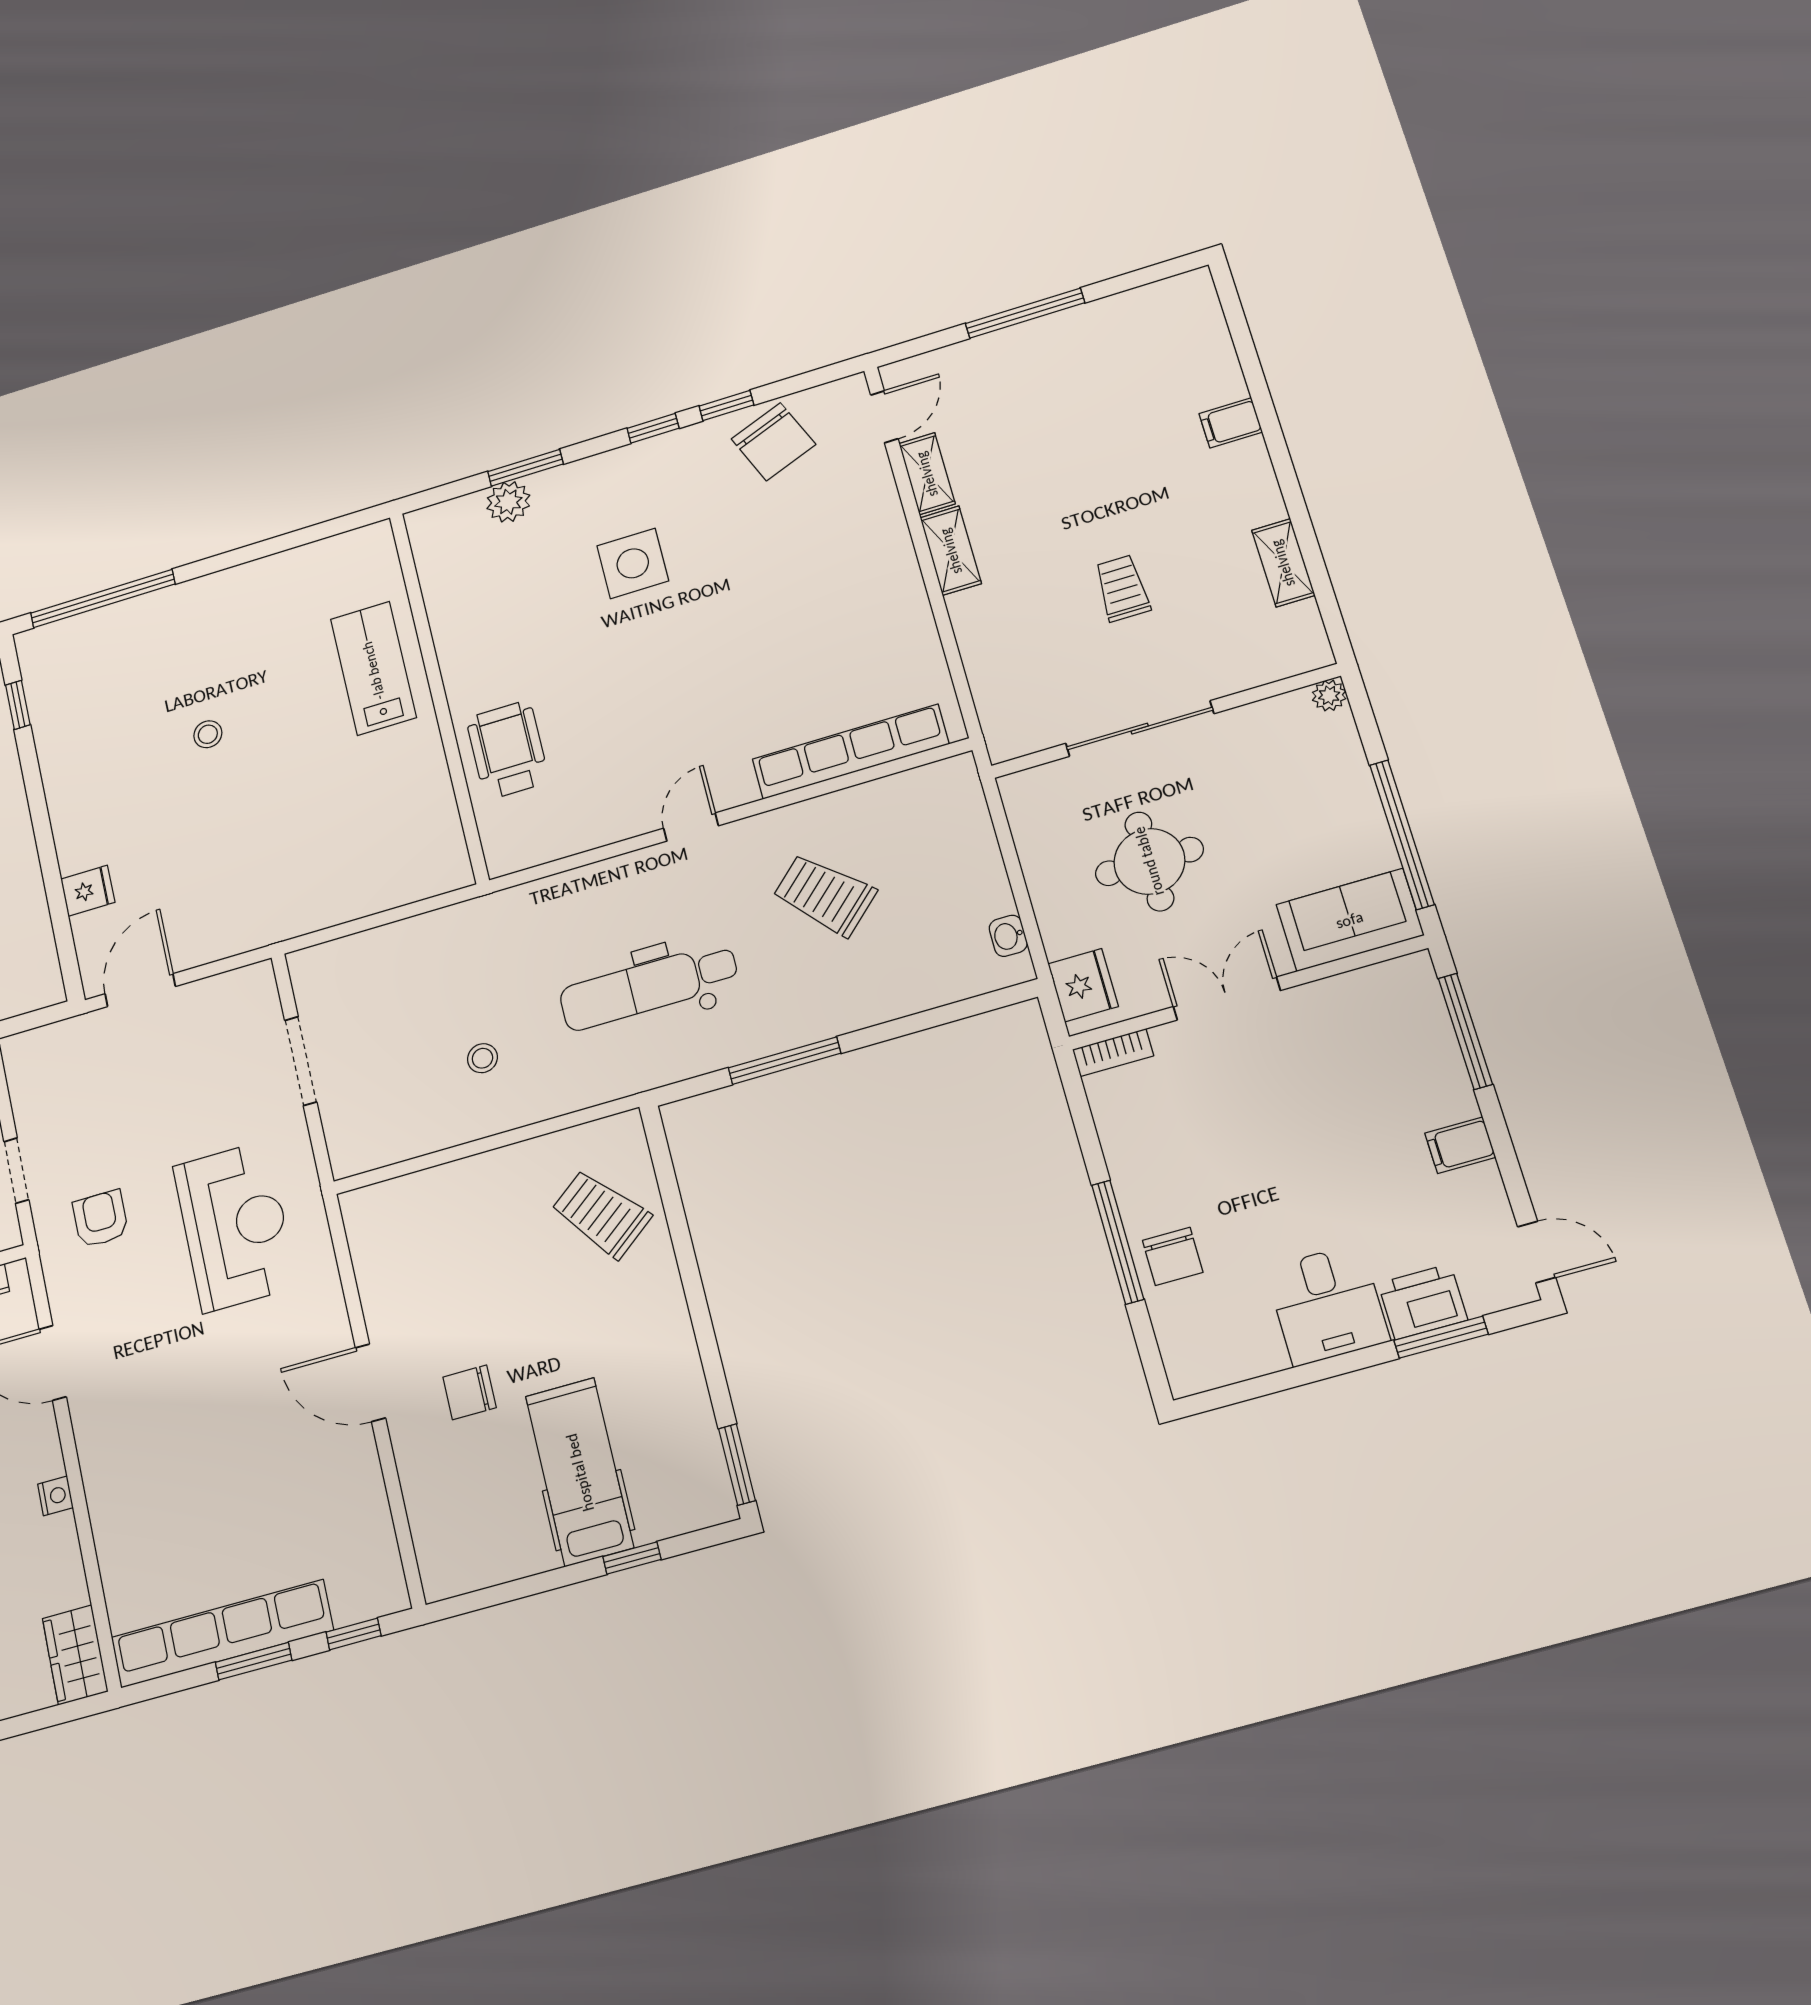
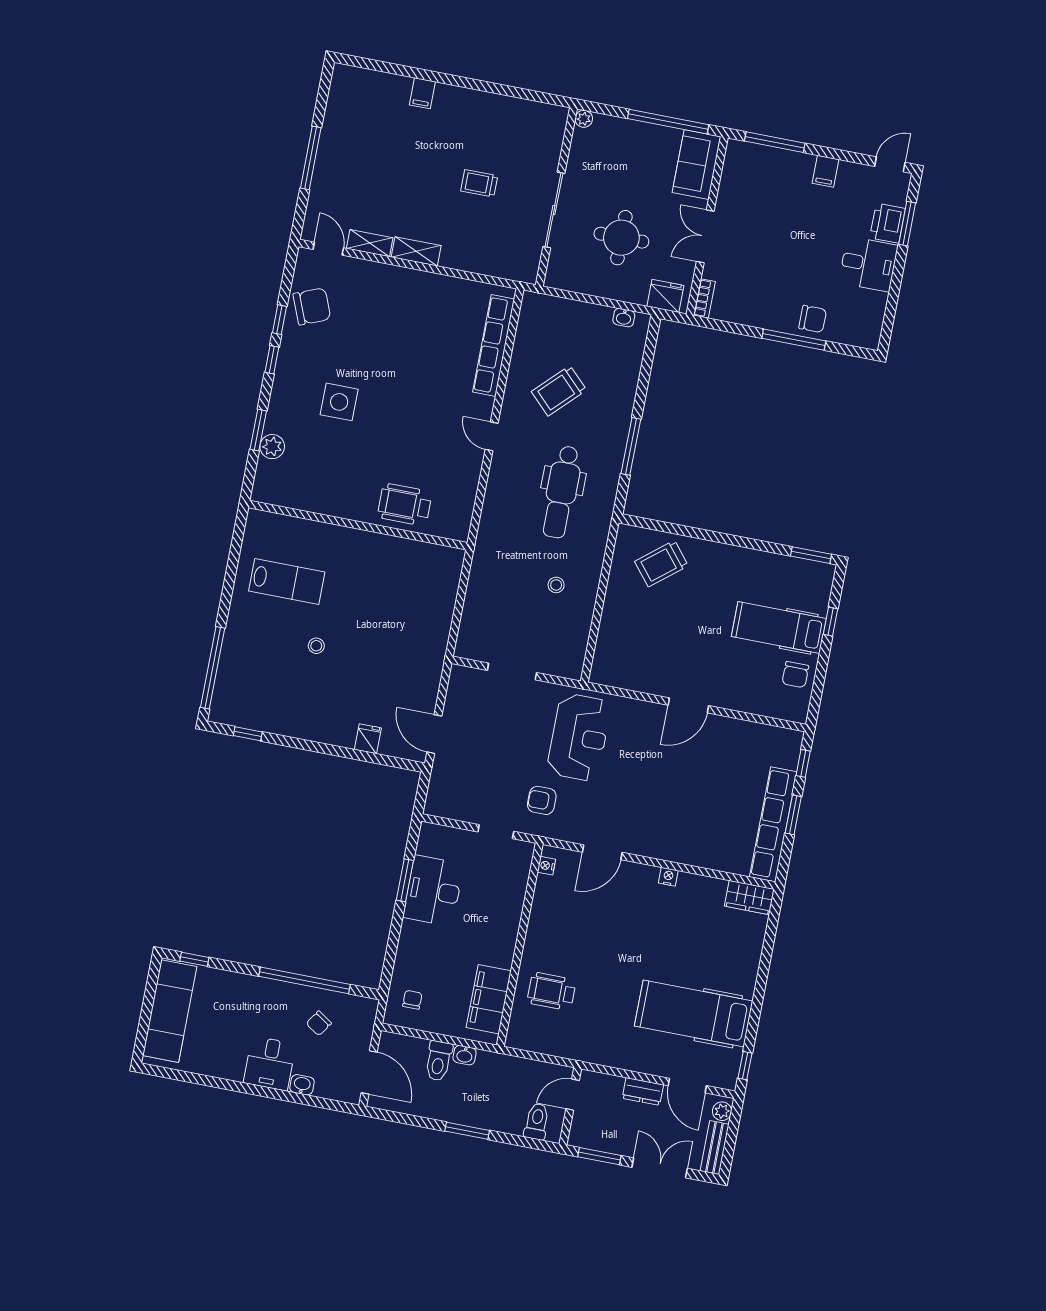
shelving: (1283, 563) -> (507, 106), removed
lab bench: (373, 668) -> (287, 581), moved, turned 180
reception desk: (235, 1226) -> (579, 737), turned 90
chair: (470, 1392) -> (795, 675), moved

